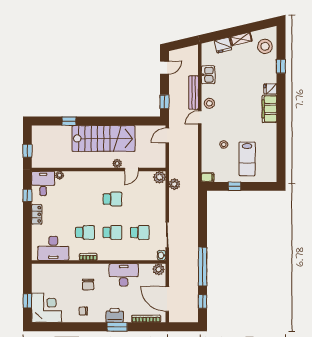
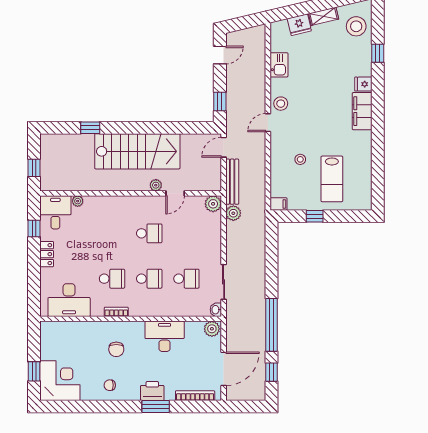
bench: (194, 93) -> (232, 182), moved
door: (167, 299) -> (224, 369), swing flipped

